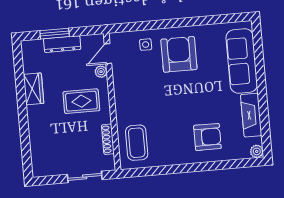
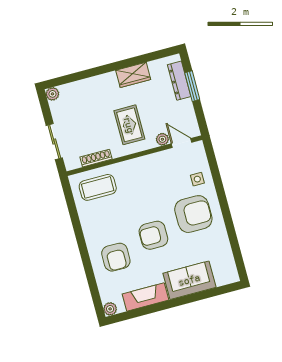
dresser: (62, 44) -> (179, 81), moved
sofa: (242, 61) -> (189, 280), width x0.73
armchair: (193, 97) -> (153, 235), added
plant: (38, 171) -> (52, 94), added

